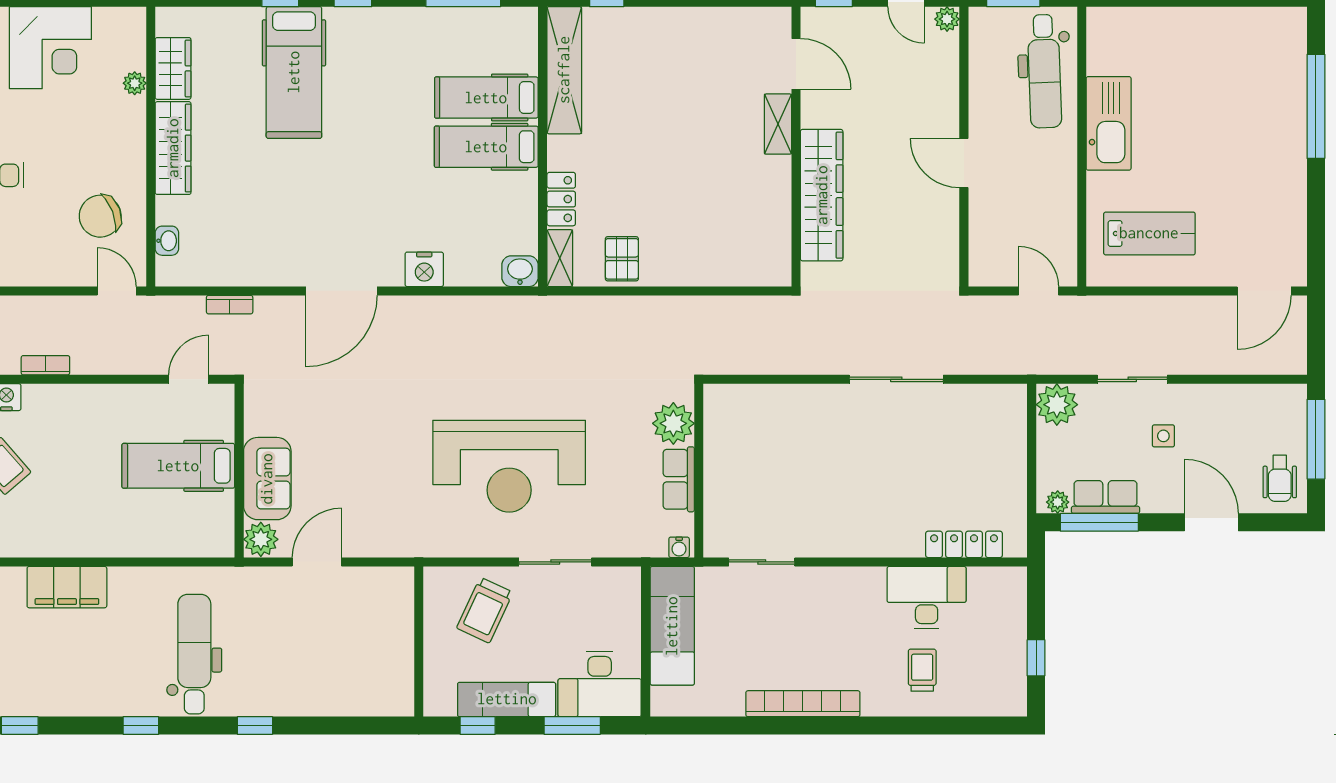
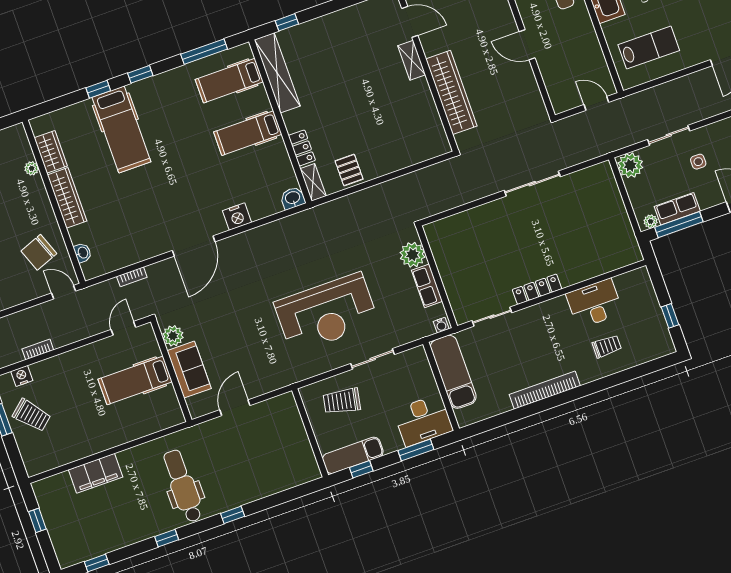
hospital bed: (486, 98) -> (229, 81), moved
plant: (261, 539) -> (173, 336), moved
locker: (964, 544) -> (537, 289), moved
trolley: (485, 610) -> (342, 401), turned 76
trolley: (922, 670) -> (607, 346), turned 90
exam couch: (507, 699) -> (353, 455), moved

